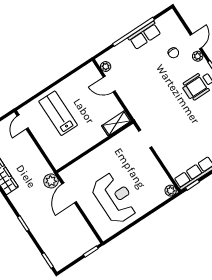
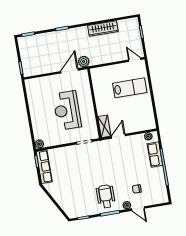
row of seats: (145, 35) -> (155, 155), moved
door: (109, 84) -> (118, 136), moved
door: (69, 193) -> (69, 71), hinge flipped
reception desk: (115, 198) -> (67, 110), moved, turned 90

